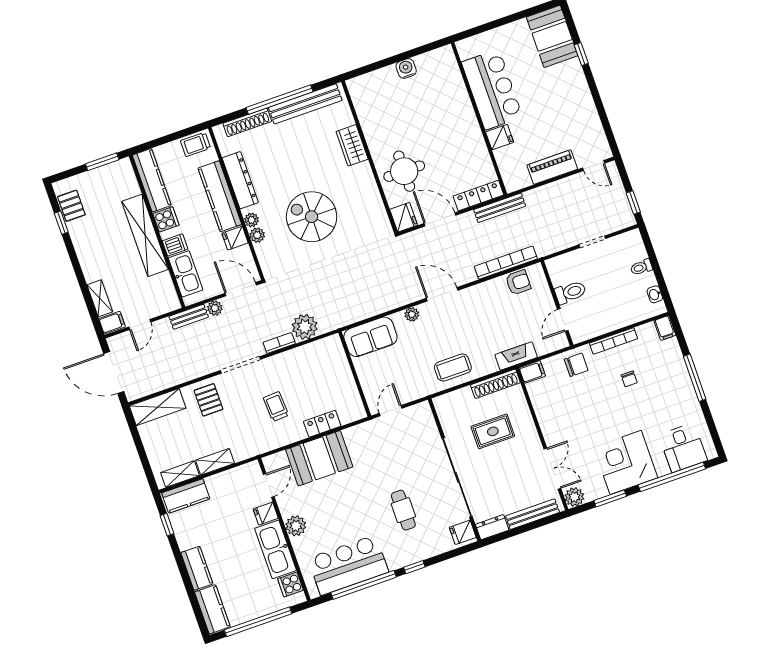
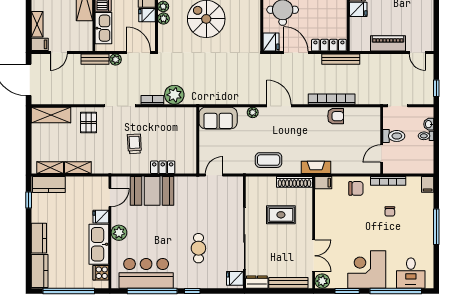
toilet: (570, 292) -> (394, 136), moved
washbasin: (655, 294) -> (429, 124), moved
wall: (557, 303) -> (382, 140), moved
door: (563, 320) -> (382, 154), moved

